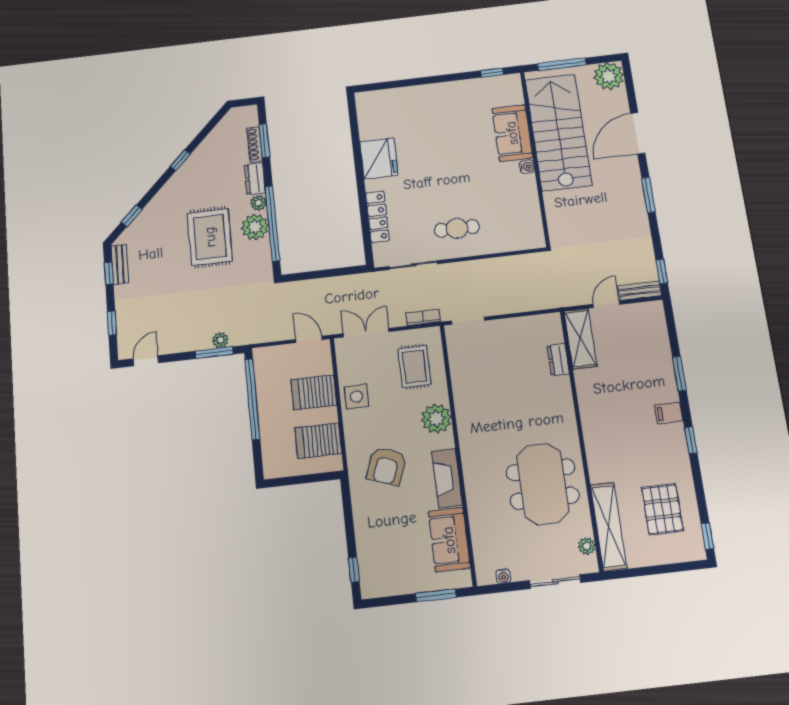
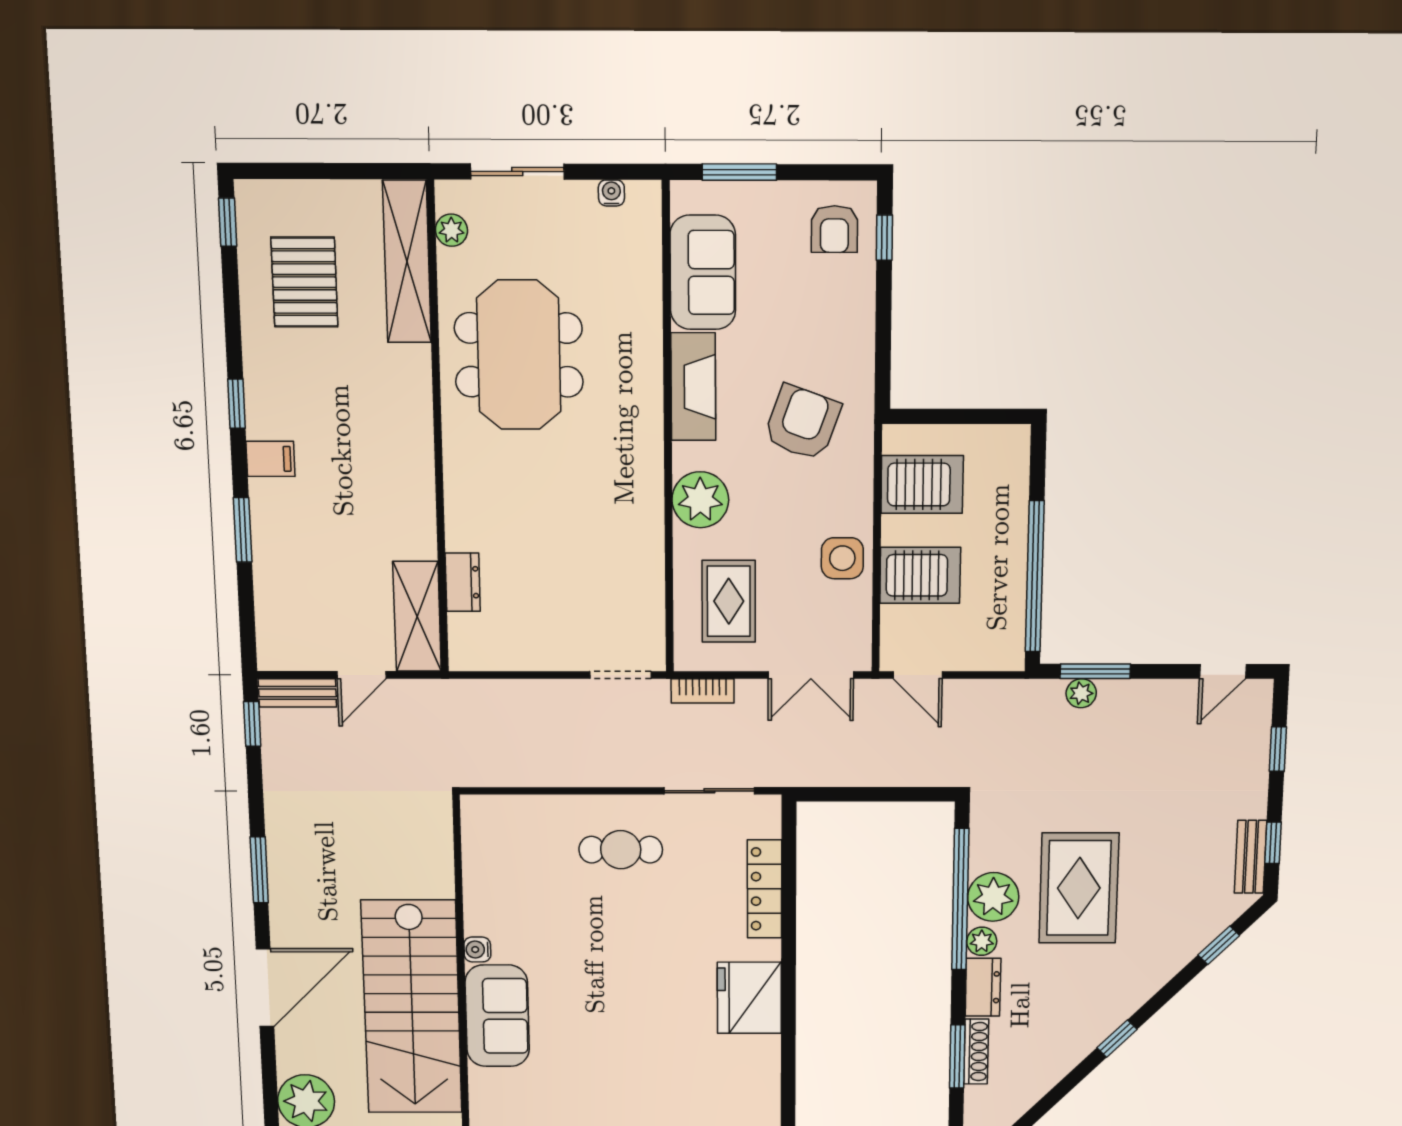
armchair: (381, 571) -> (834, 229), added

